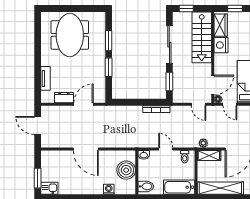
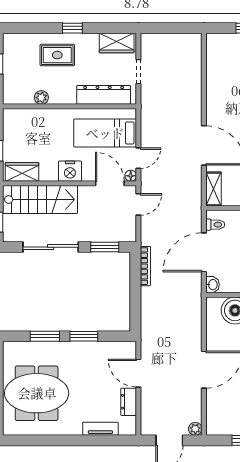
nightstand: (221, 45) -> (70, 171), moved
plant: (203, 143) -> (195, 429), moved
door: (166, 149) -> (204, 252), width x1.87

